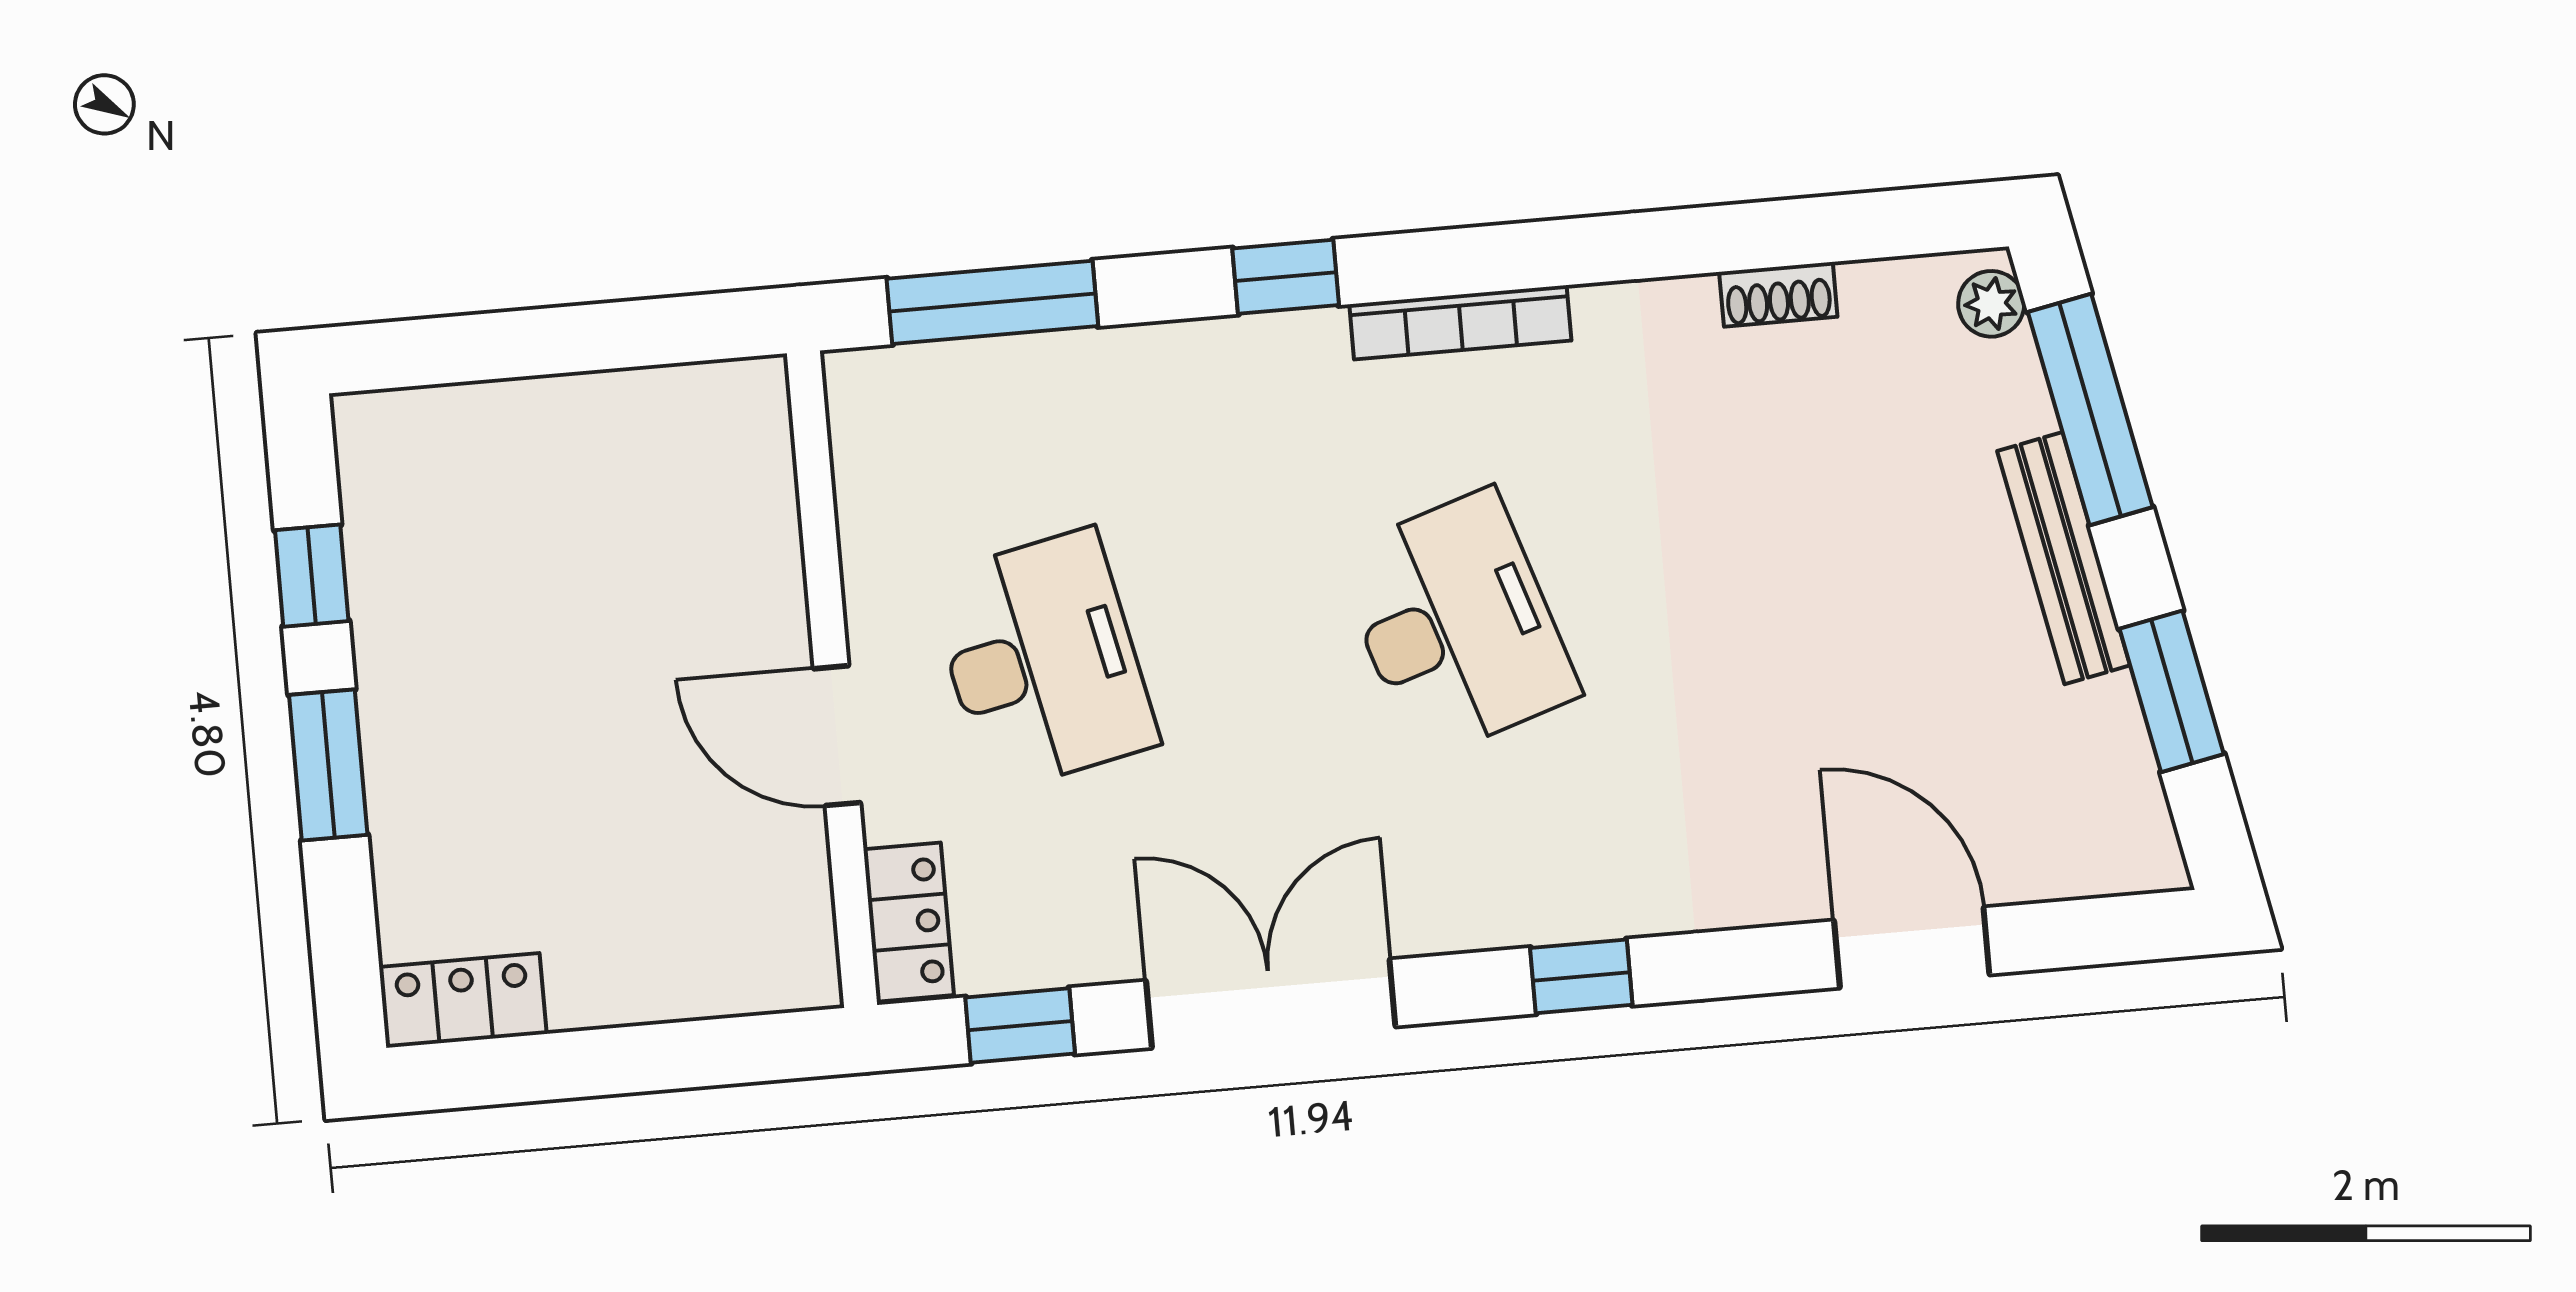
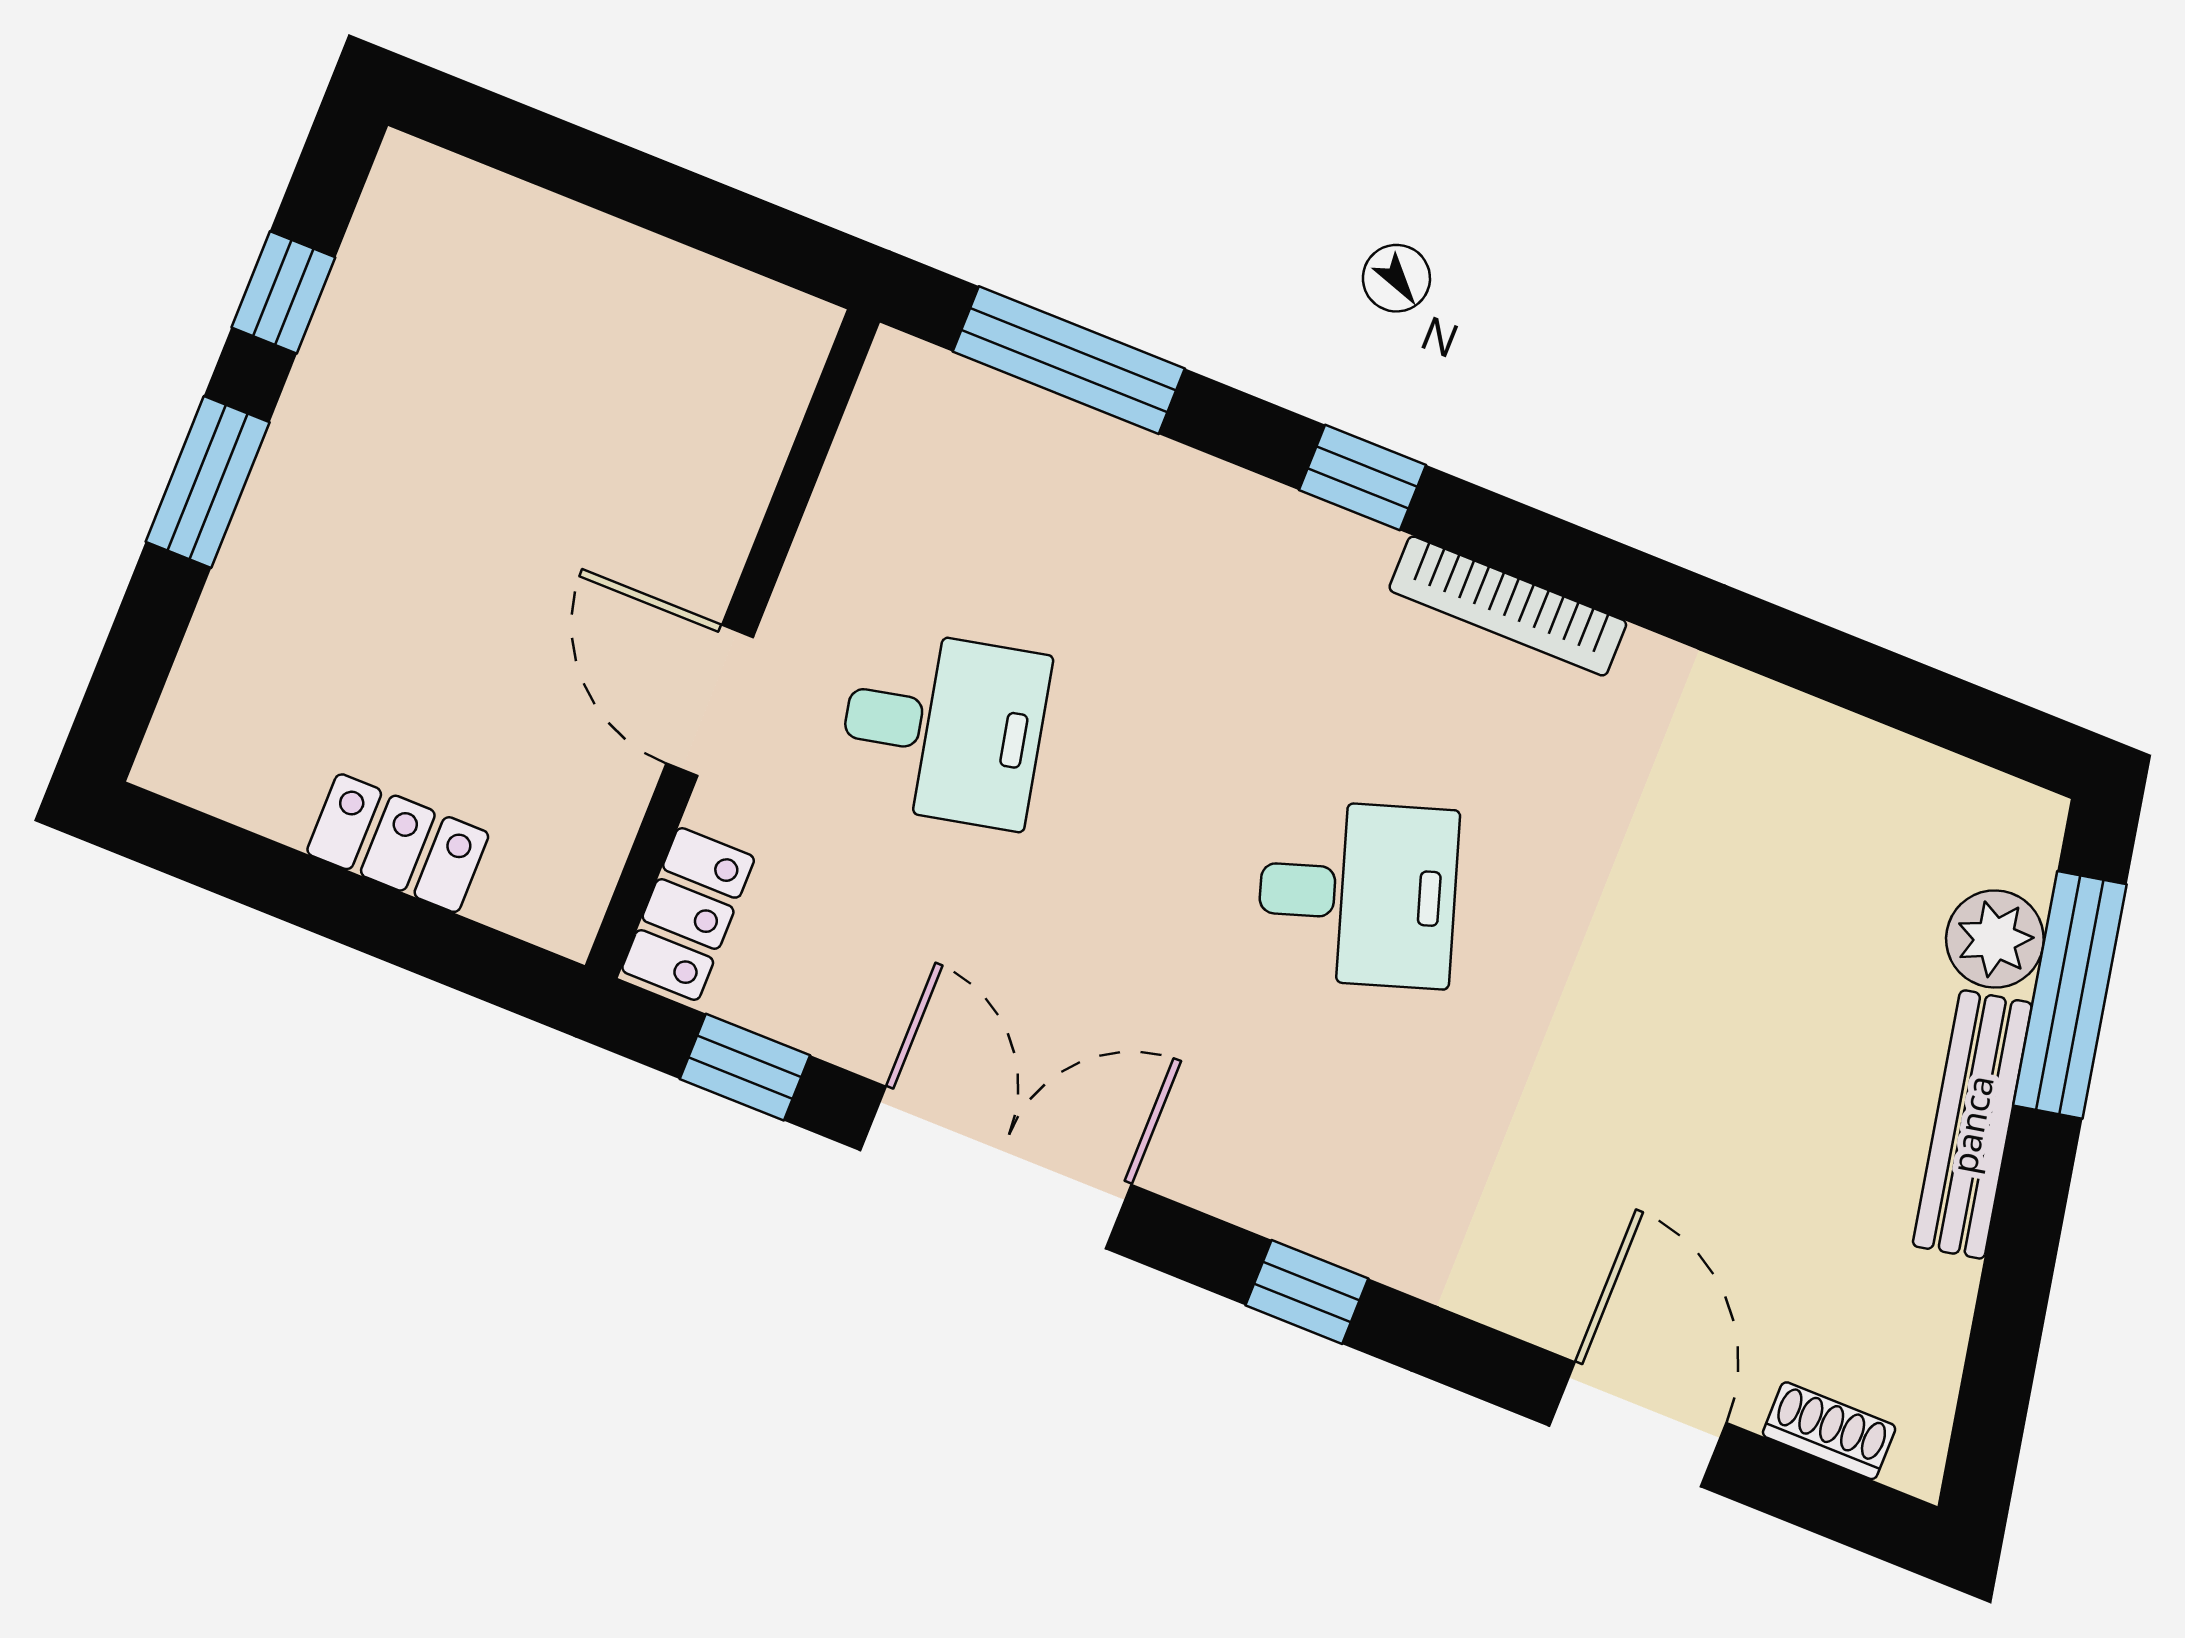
shoe rack: (1778, 294) -> (1829, 1431), moved, turned 180
plant: (1991, 304) -> (1995, 939), moved, width x1.38, depth x1.38
desk: (1456, 625) -> (1358, 894), width x0.73
desk: (1042, 661) -> (943, 728), width x0.73
window: (2172, 691) -> (2011, 1305), removed
locker: (463, 1000) -> (398, 843), moved

